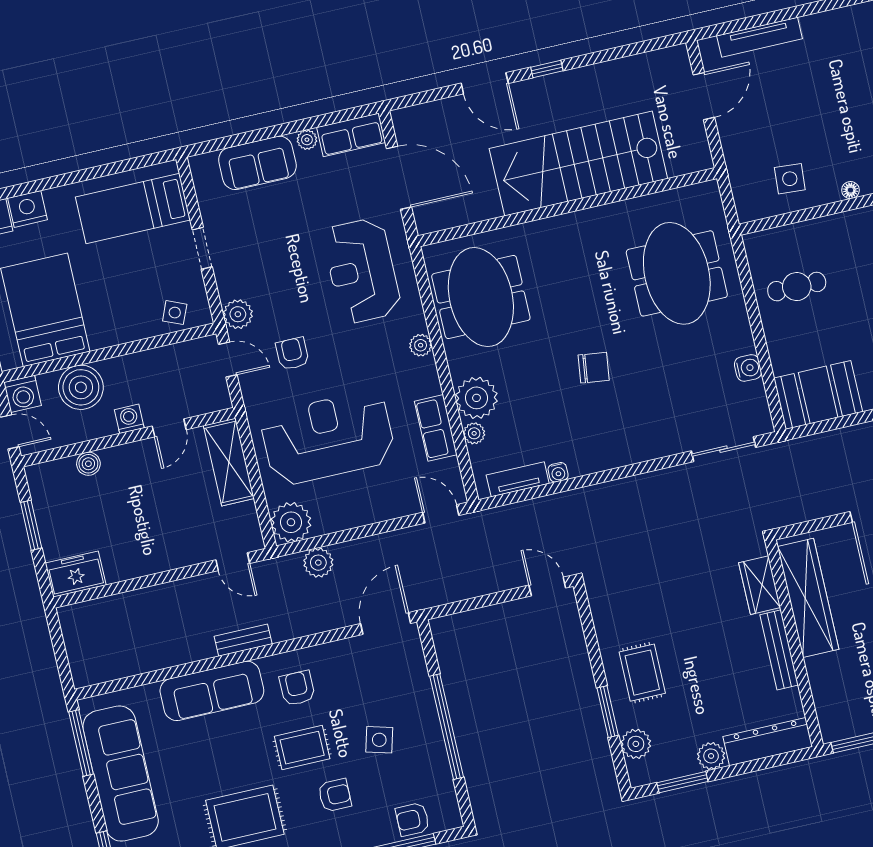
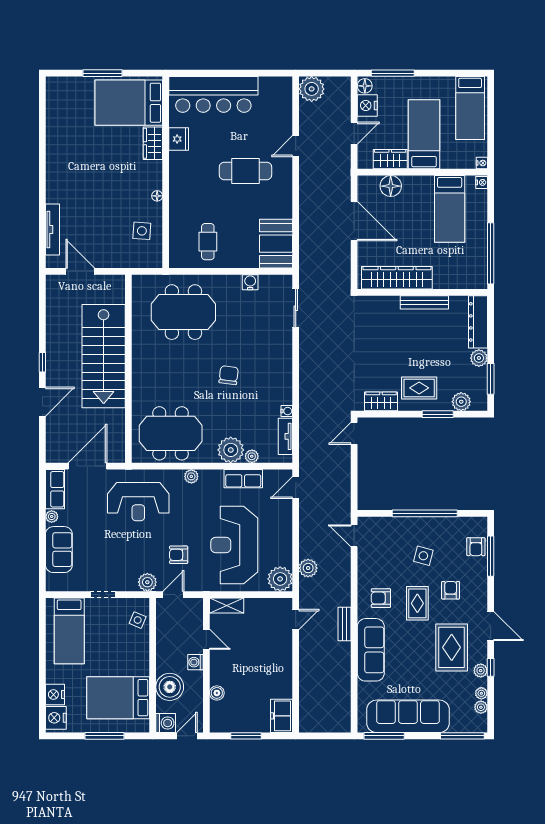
shelving: (229, 462) -> (227, 606), width x0.67, depth x0.75
wardrobe: (760, 585) -> (381, 401), moved, turned 180
door: (386, 624) -> (354, 536), width x0.73

